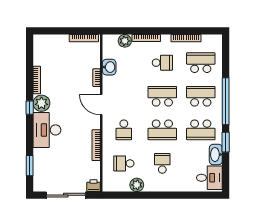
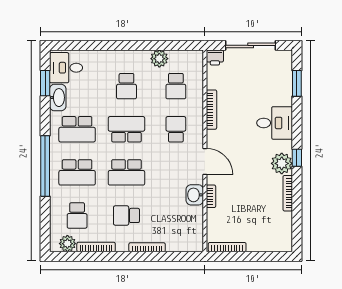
plant: (125, 41) -> (67, 244), moved
school desk: (201, 63) -> (77, 215), width x0.54
washbasin: (109, 67) -> (195, 195), moved
desk: (47, 130) -> (275, 123), width x0.73
school desk: (201, 130) -> (77, 129), turned 180
window: (226, 142) -> (45, 83), moved
school desk: (124, 163) -> (176, 86), turned 90

